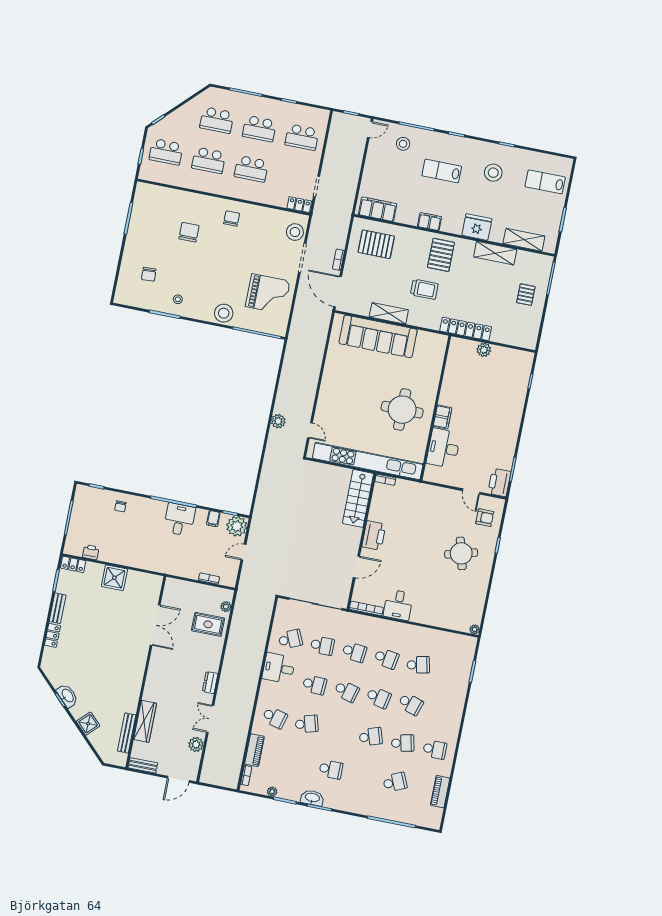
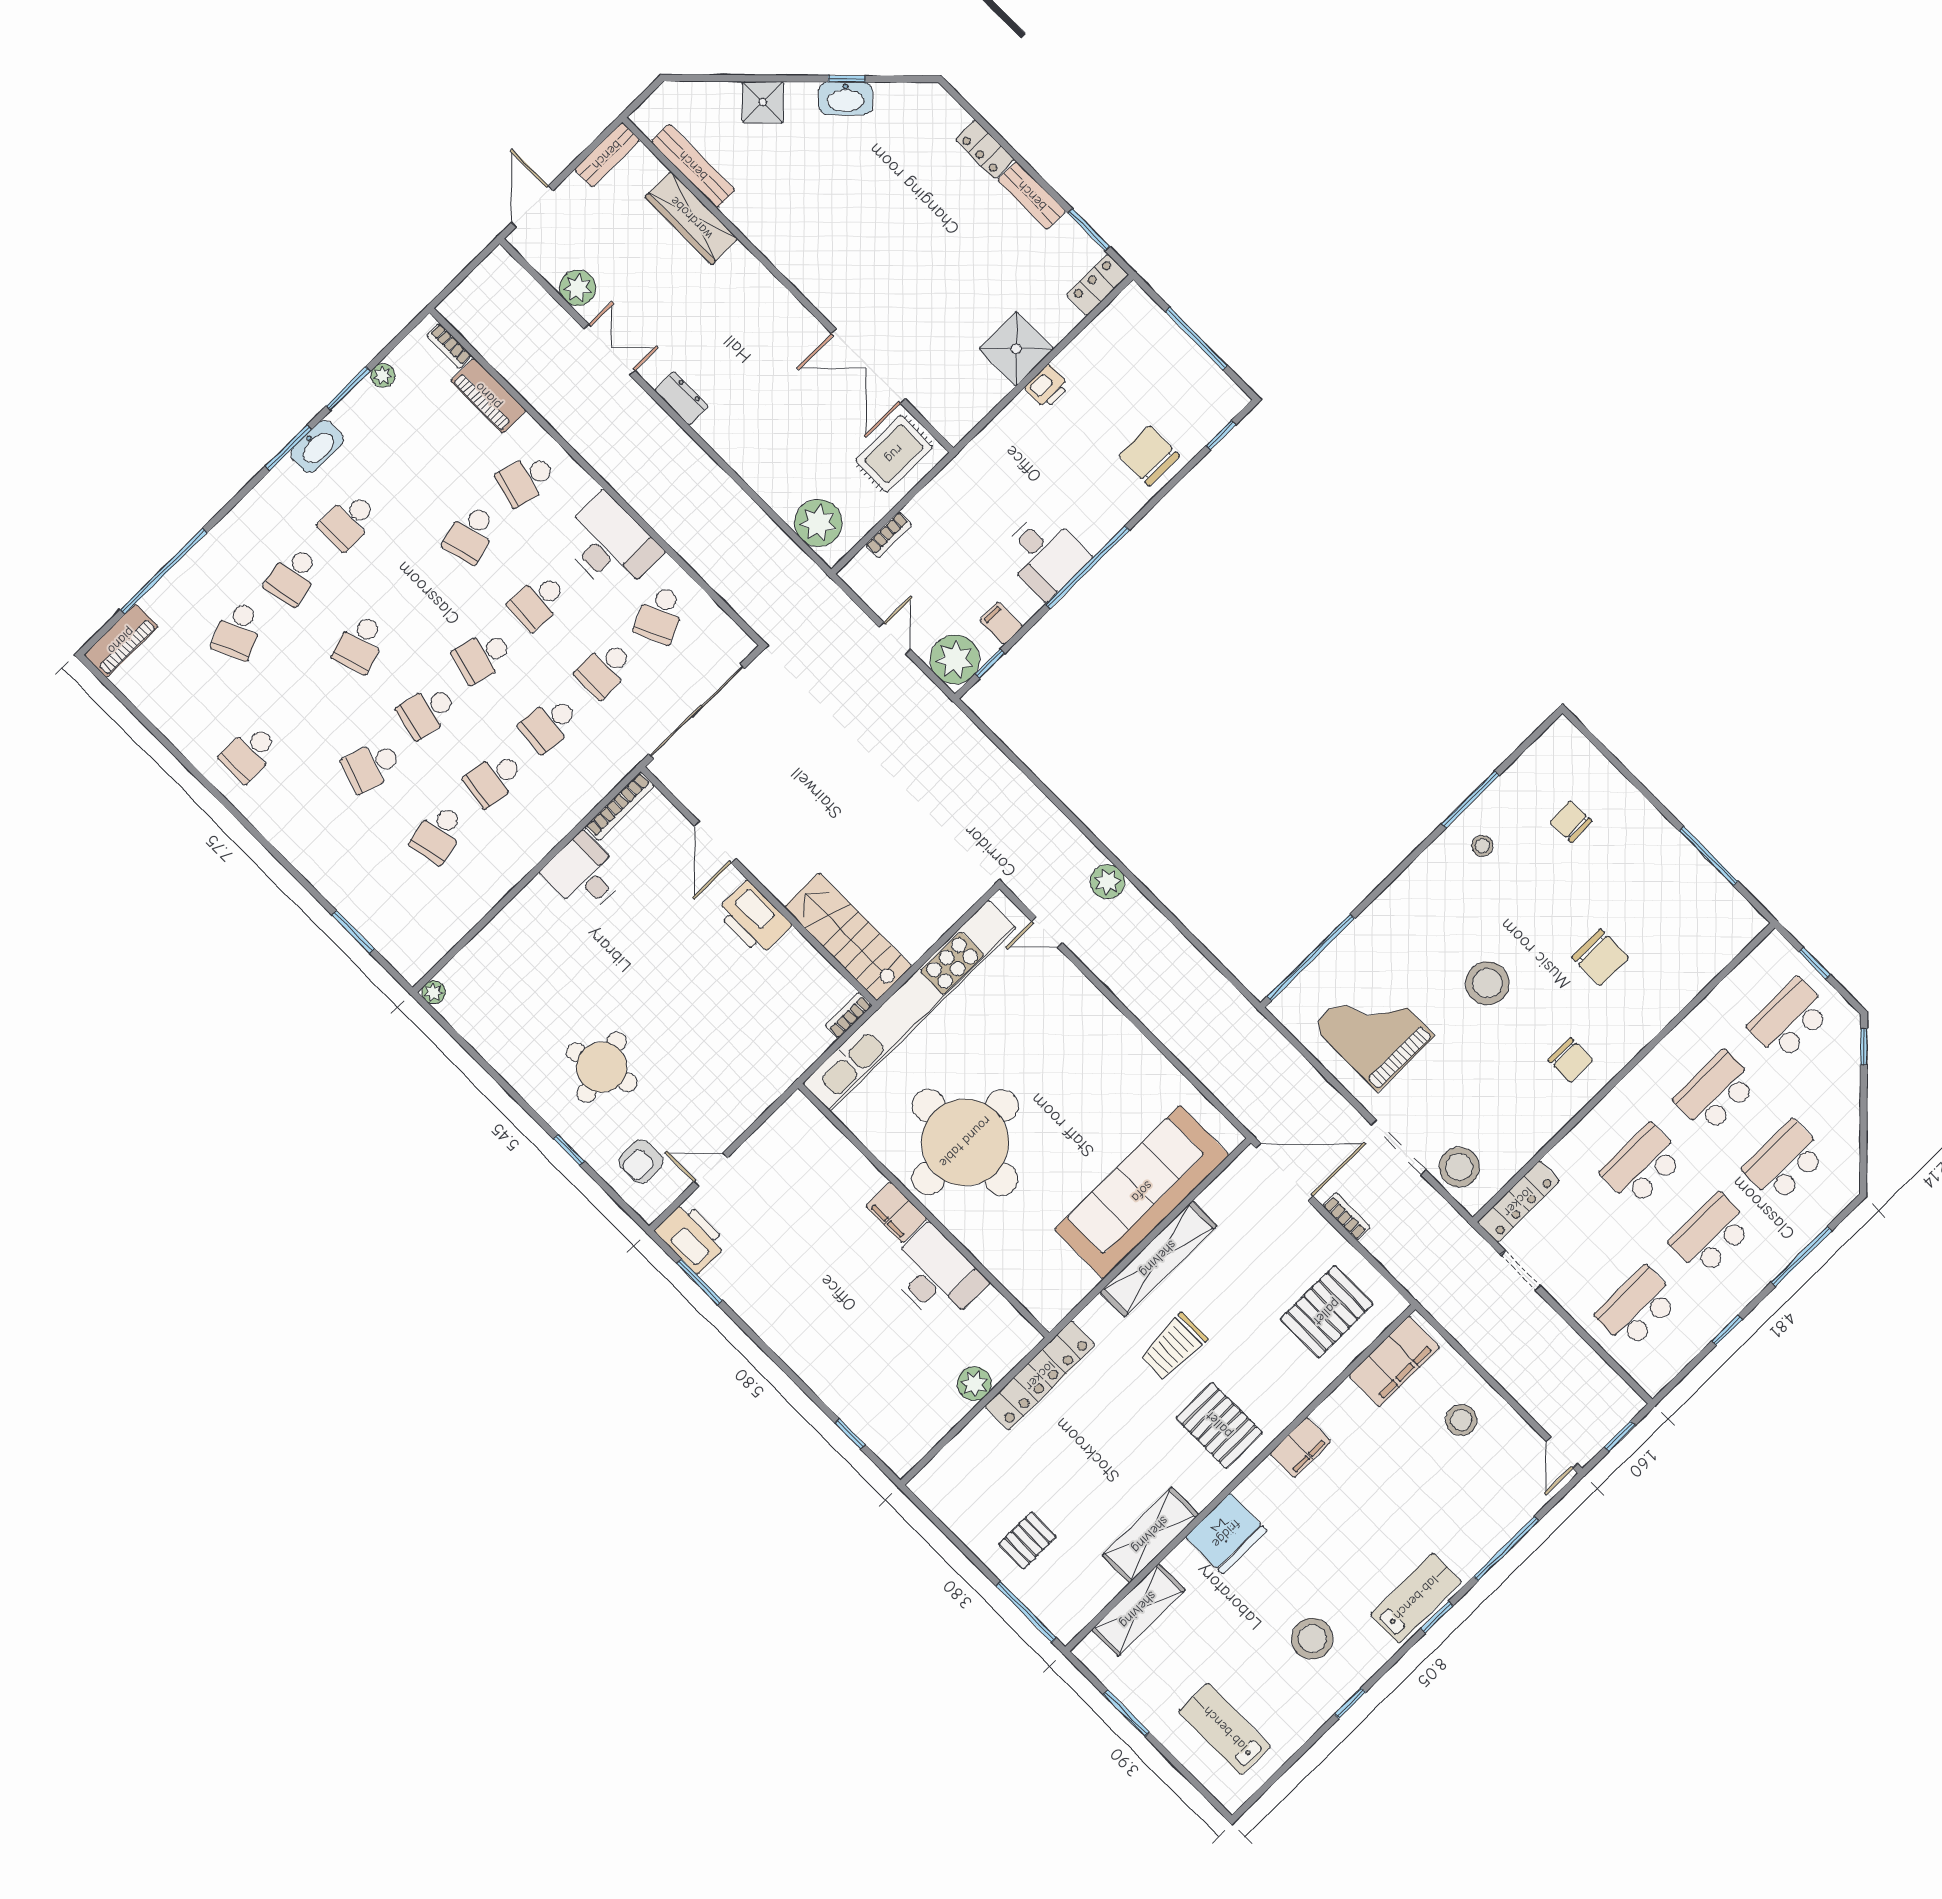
stool: (403, 144) -> (1461, 1420), moved
lab bench: (442, 171) -> (1416, 1598), moved
lab bench: (545, 182) -> (1225, 1729), turned -90
locker: (299, 205) -> (1518, 1202), width x1.53
grand piano: (268, 294) -> (1373, 1031), turned 90
pallet: (526, 295) -> (1027, 1540), turned 90
stool: (224, 313) -> (1487, 983), moved
shelving: (389, 313) -> (1158, 1259), width x1.47
round table: (402, 410) -> (965, 1142), width x1.36, depth x1.36
desk: (443, 448) -> (936, 1276), moved
chair: (120, 506) -> (1149, 456), width x1.87, depth x1.87
printer: (91, 552) -> (1047, 387), moved
plant: (226, 607) -> (818, 523), width x1.88, depth x1.88
rug: (208, 624) -> (894, 454), moved
desk: (279, 668) -> (610, 544), width x1.37
school desk: (403, 743) -> (293, 576), moved
piano: (440, 792) -> (121, 641), moved, turned 90

